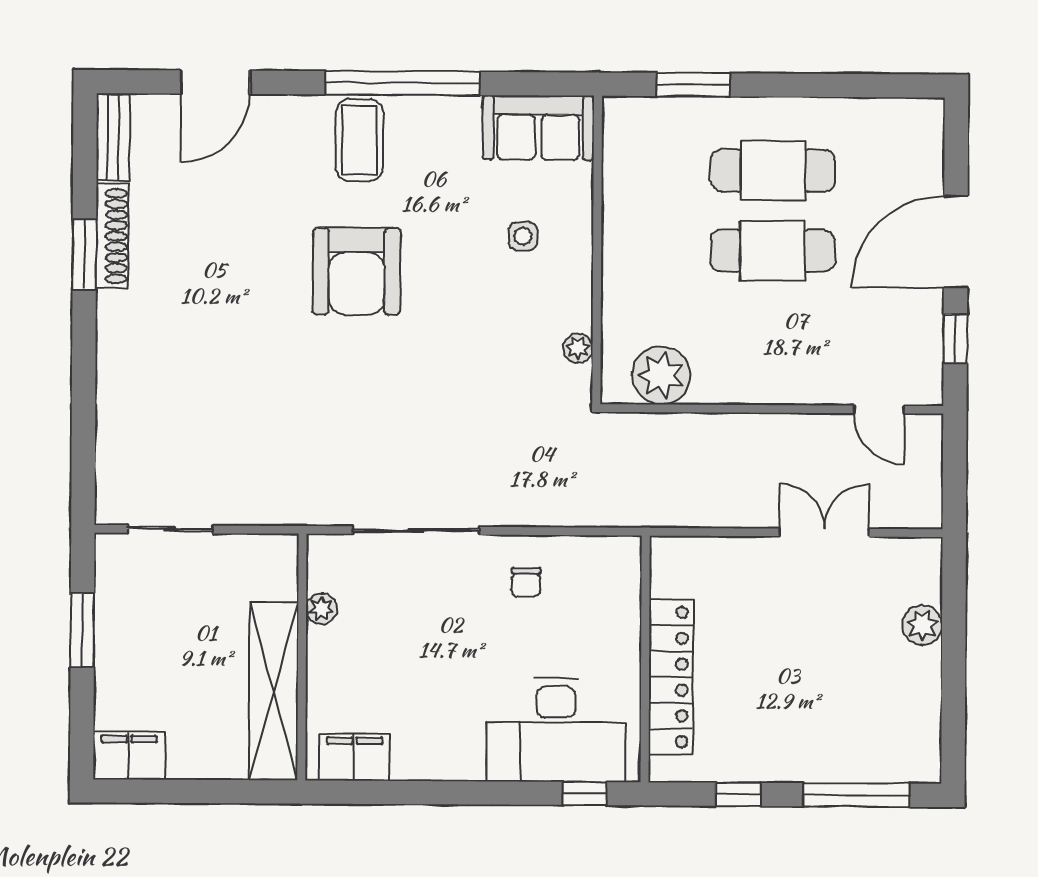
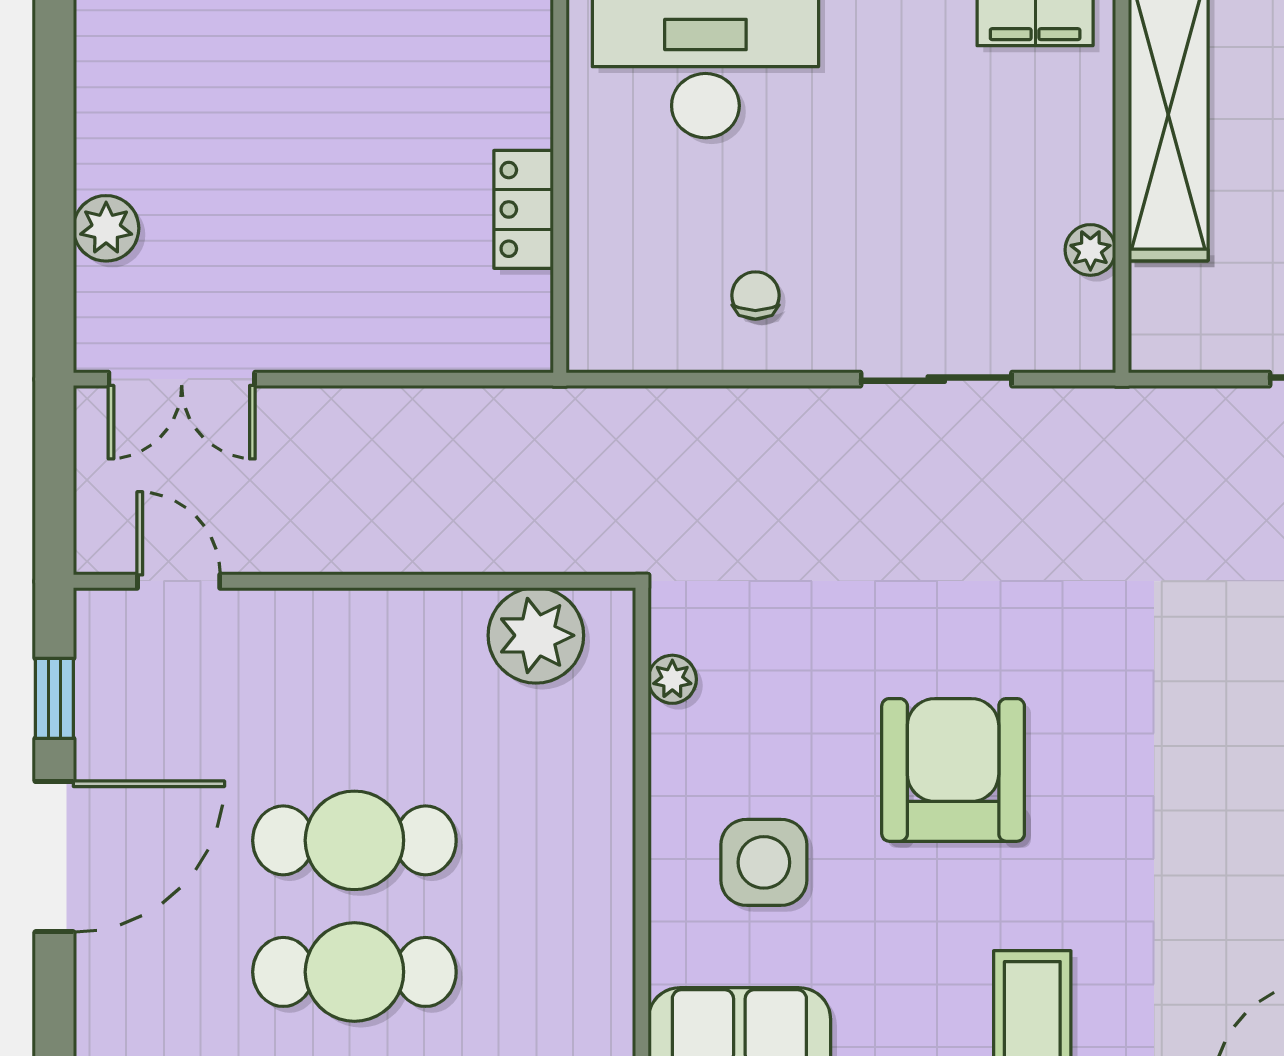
side table: (523, 236) -> (764, 862), width x1.87, depth x1.87
armchair: (357, 271) -> (953, 770), moved
sliding door: (416, 530) -> (936, 379), width x0.73
double door: (824, 533) -> (182, 379), moved
locker: (671, 677) -> (524, 209), width x0.46, depth x0.83

